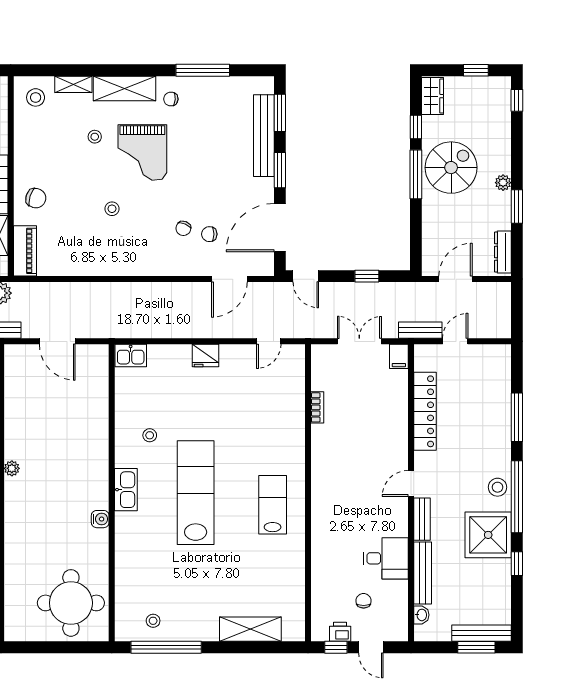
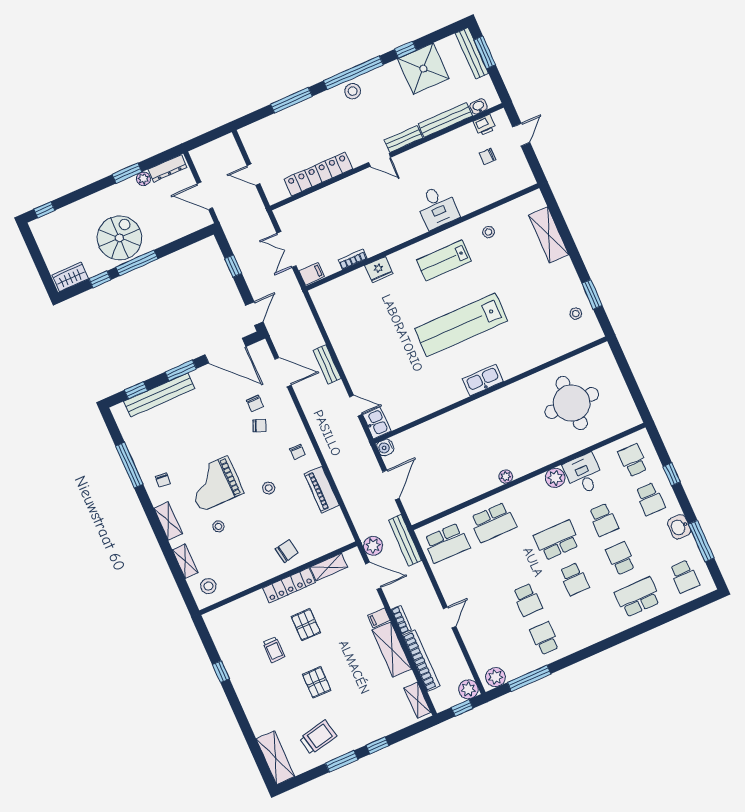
window: (476, 70) -> (35, 252), removed
shelving: (125, 88) -> (168, 521), width x0.67, depth x0.75
window: (280, 113) -> (136, 390), width x0.67
grand piano: (142, 152) -> (214, 484), turned 180
spiral stairs: (451, 168) -> (119, 238), turned 90
plant: (503, 183) -> (143, 179), moved
chair: (36, 198) -> (287, 551), turned 63
piano: (25, 251) -> (322, 490), moved, turned -90
chair: (137, 257) -> (298, 452), added
bench: (420, 330) -> (327, 364), moved
door: (269, 341) -> (356, 406), moved
fridge: (206, 355) -> (379, 270), moved, turned 90
filing cabinet: (399, 356) -> (312, 274), moved
stool: (150, 435) -> (488, 232), moved
water cooler: (100, 519) -> (385, 447), moved, turned -90
shower: (488, 535) -> (423, 69), moved
desk: (386, 558) -> (437, 207), moved, turned 180
round table: (71, 603) -> (572, 403), moved
printer: (340, 632) -> (484, 125), moved, turned -90
window: (166, 647) -> (592, 294), width x0.47
window: (336, 647) -> (533, 162), removed

